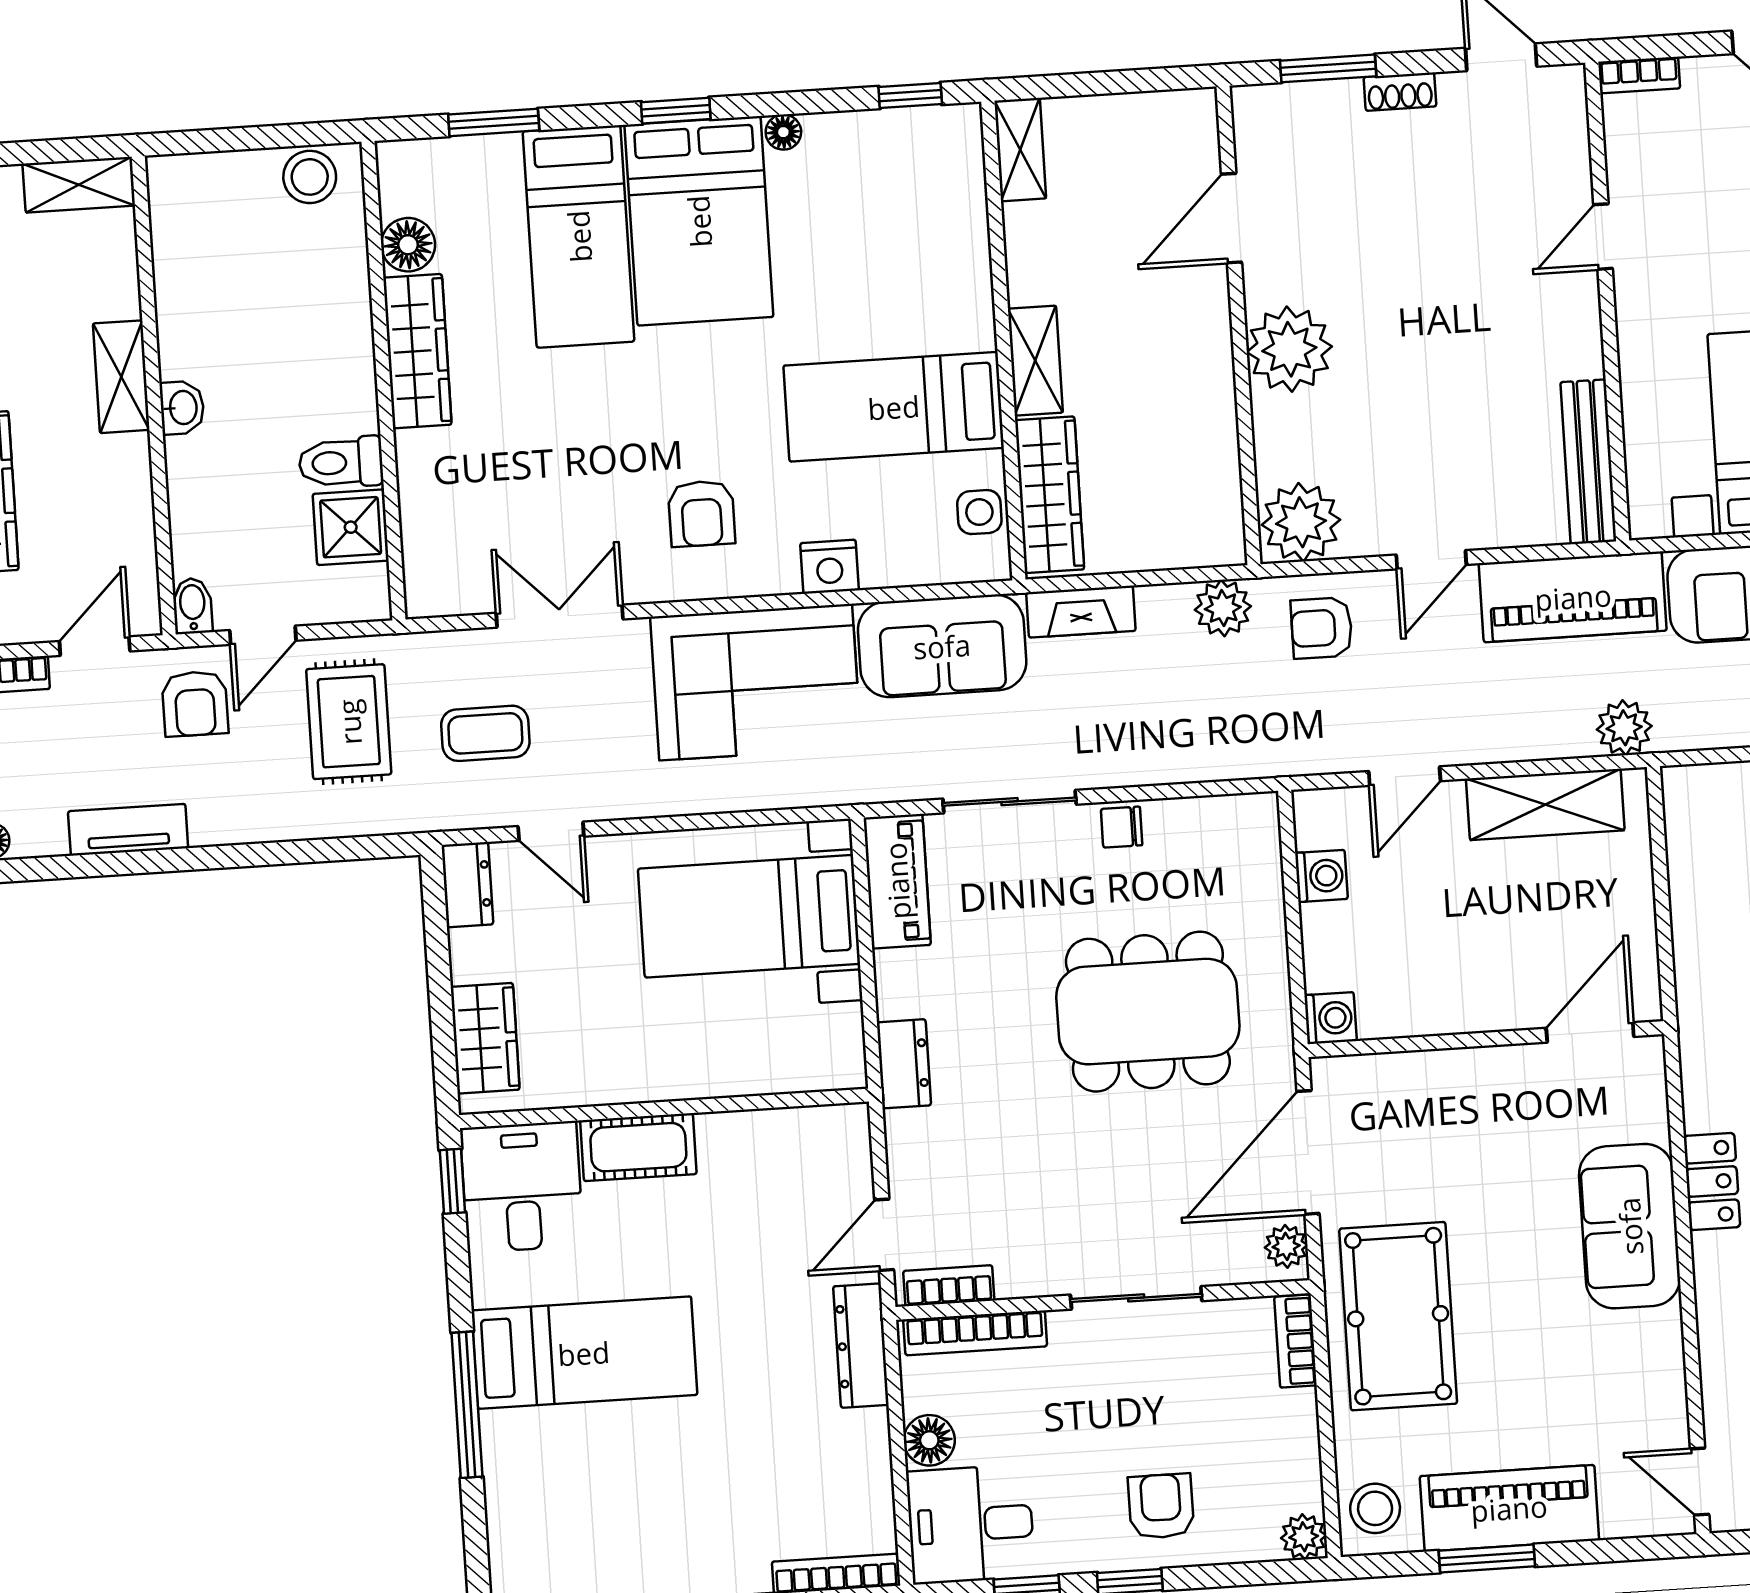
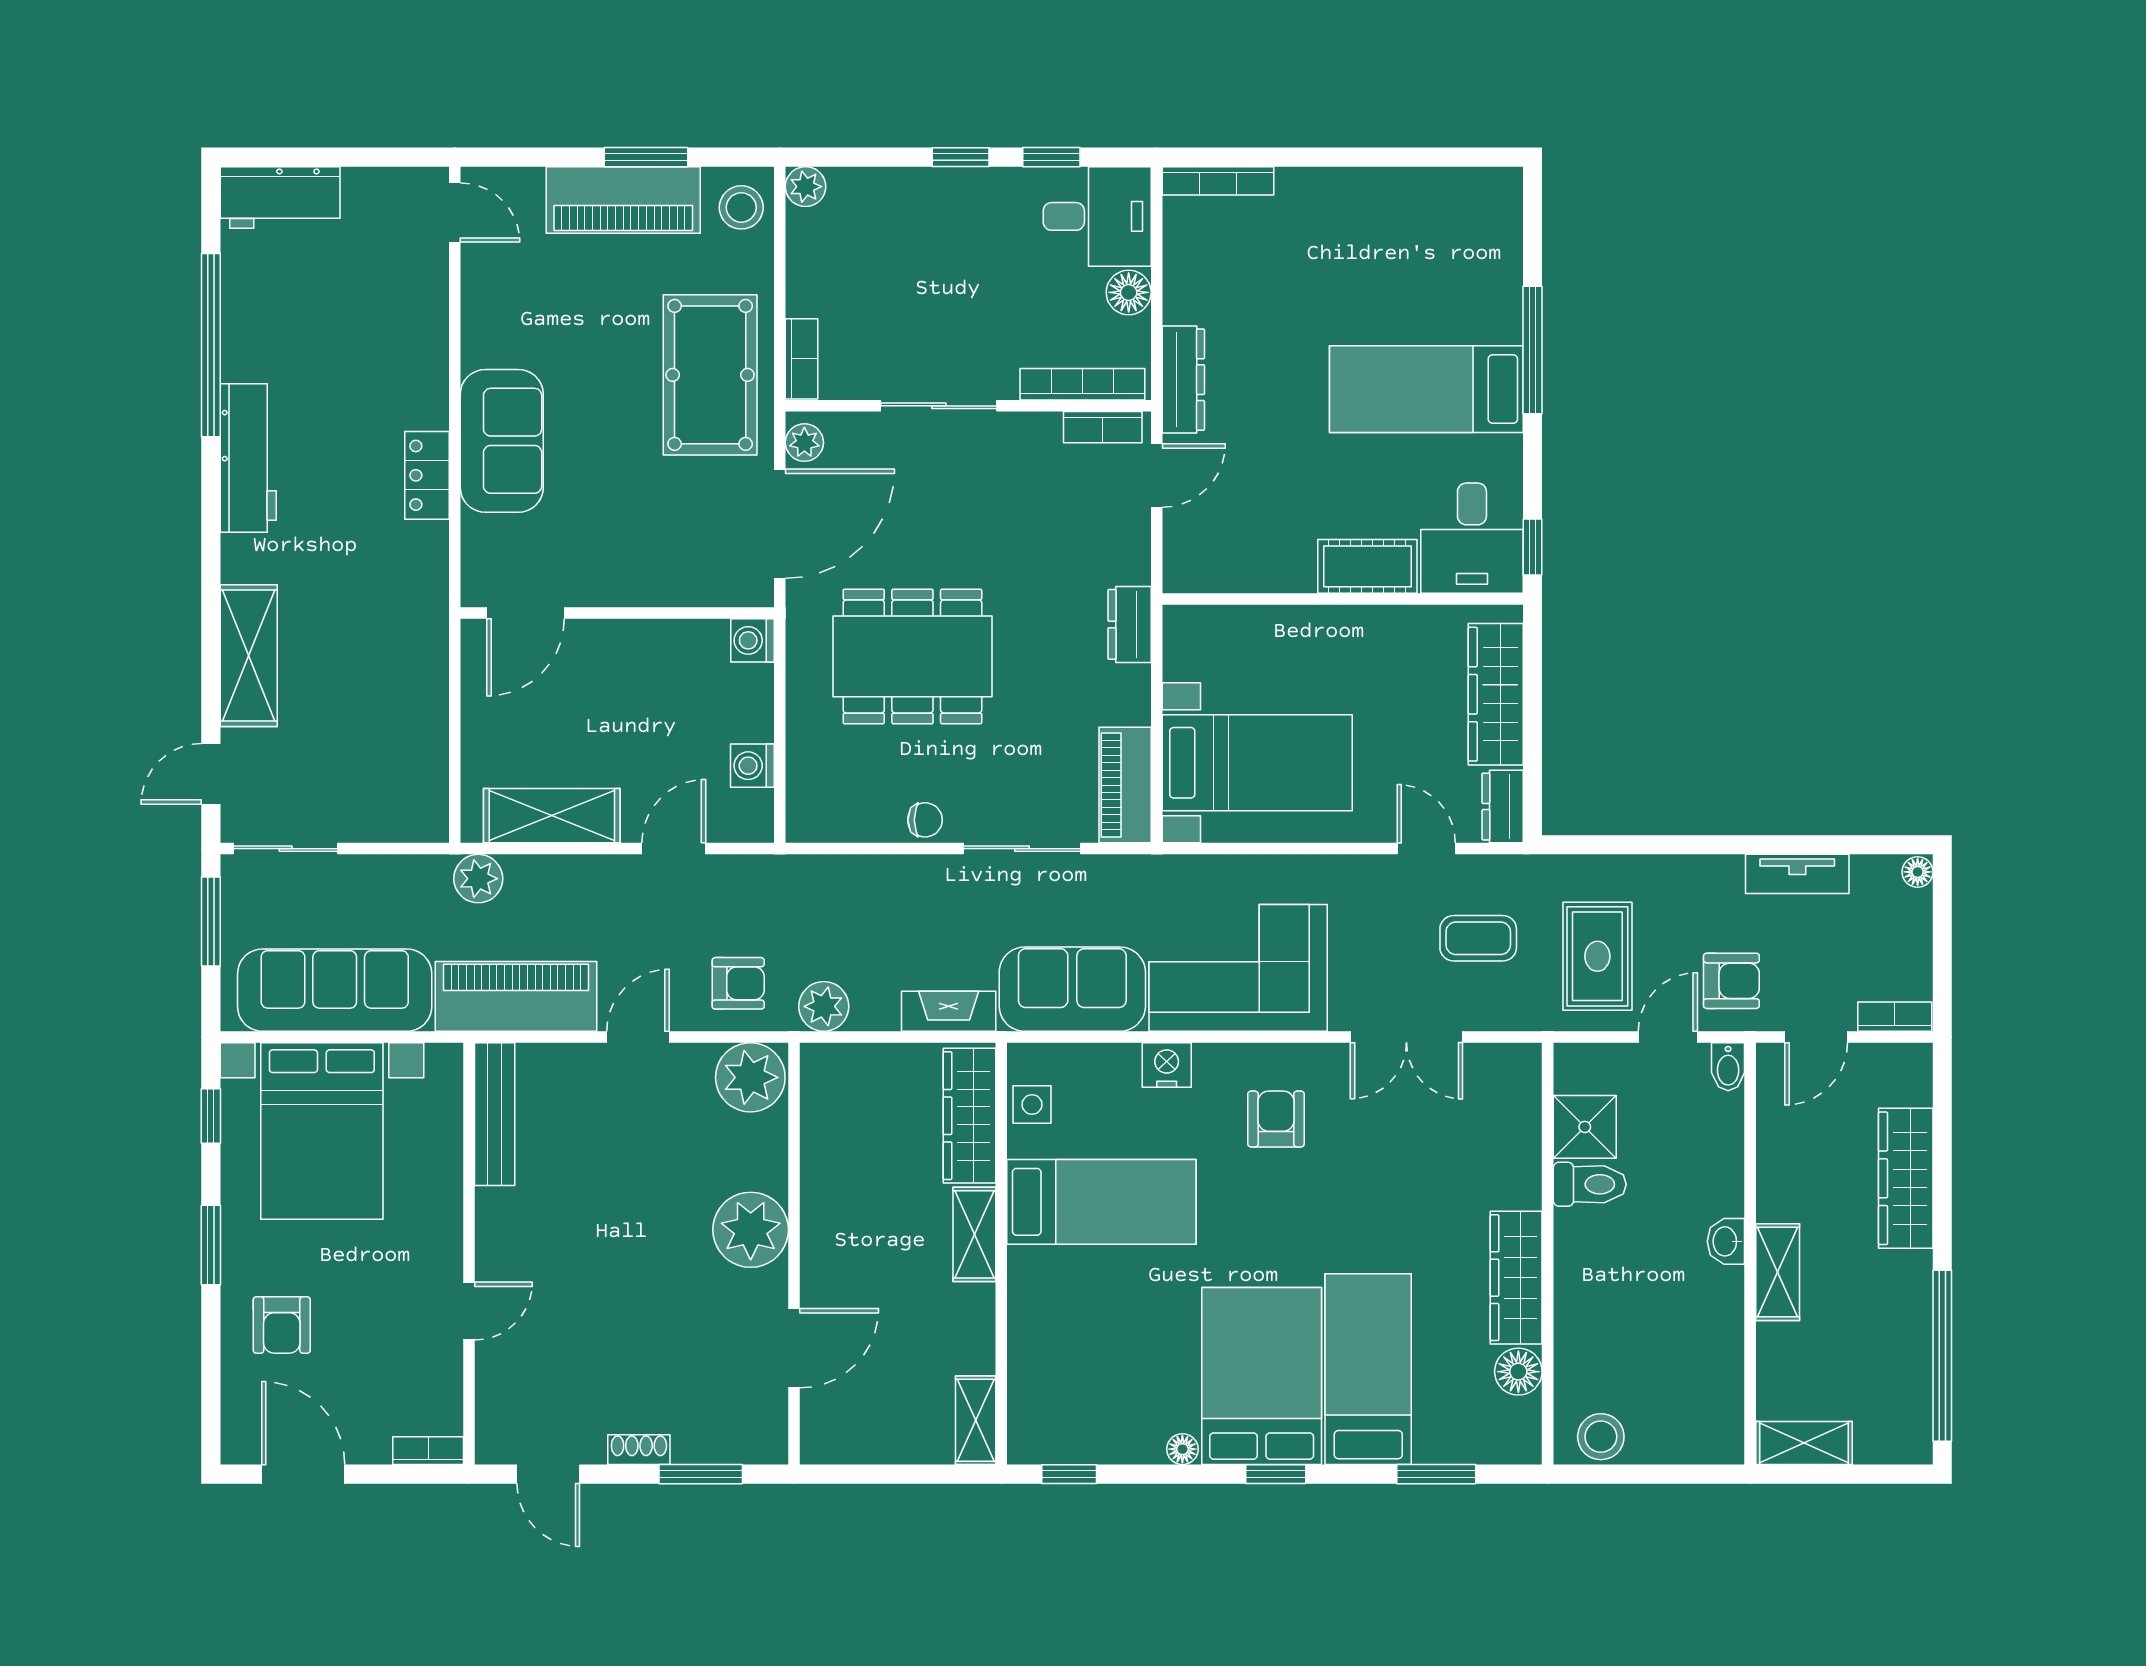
armchair: (195, 704) -> (1731, 981), turned 90
wardrobe: (485, 1038) -> (1496, 694), width x1.50
armchair: (1161, 1506) -> (929, 221), removed

